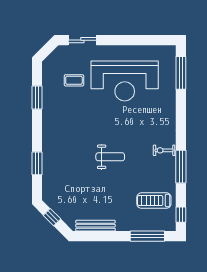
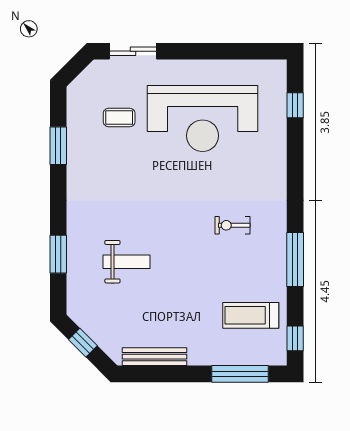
window: (181, 73) -> (295, 105), width x0.46
exercise bike: (164, 150) -> (233, 225), moved
weight bench: (110, 157) -> (126, 262), moved

